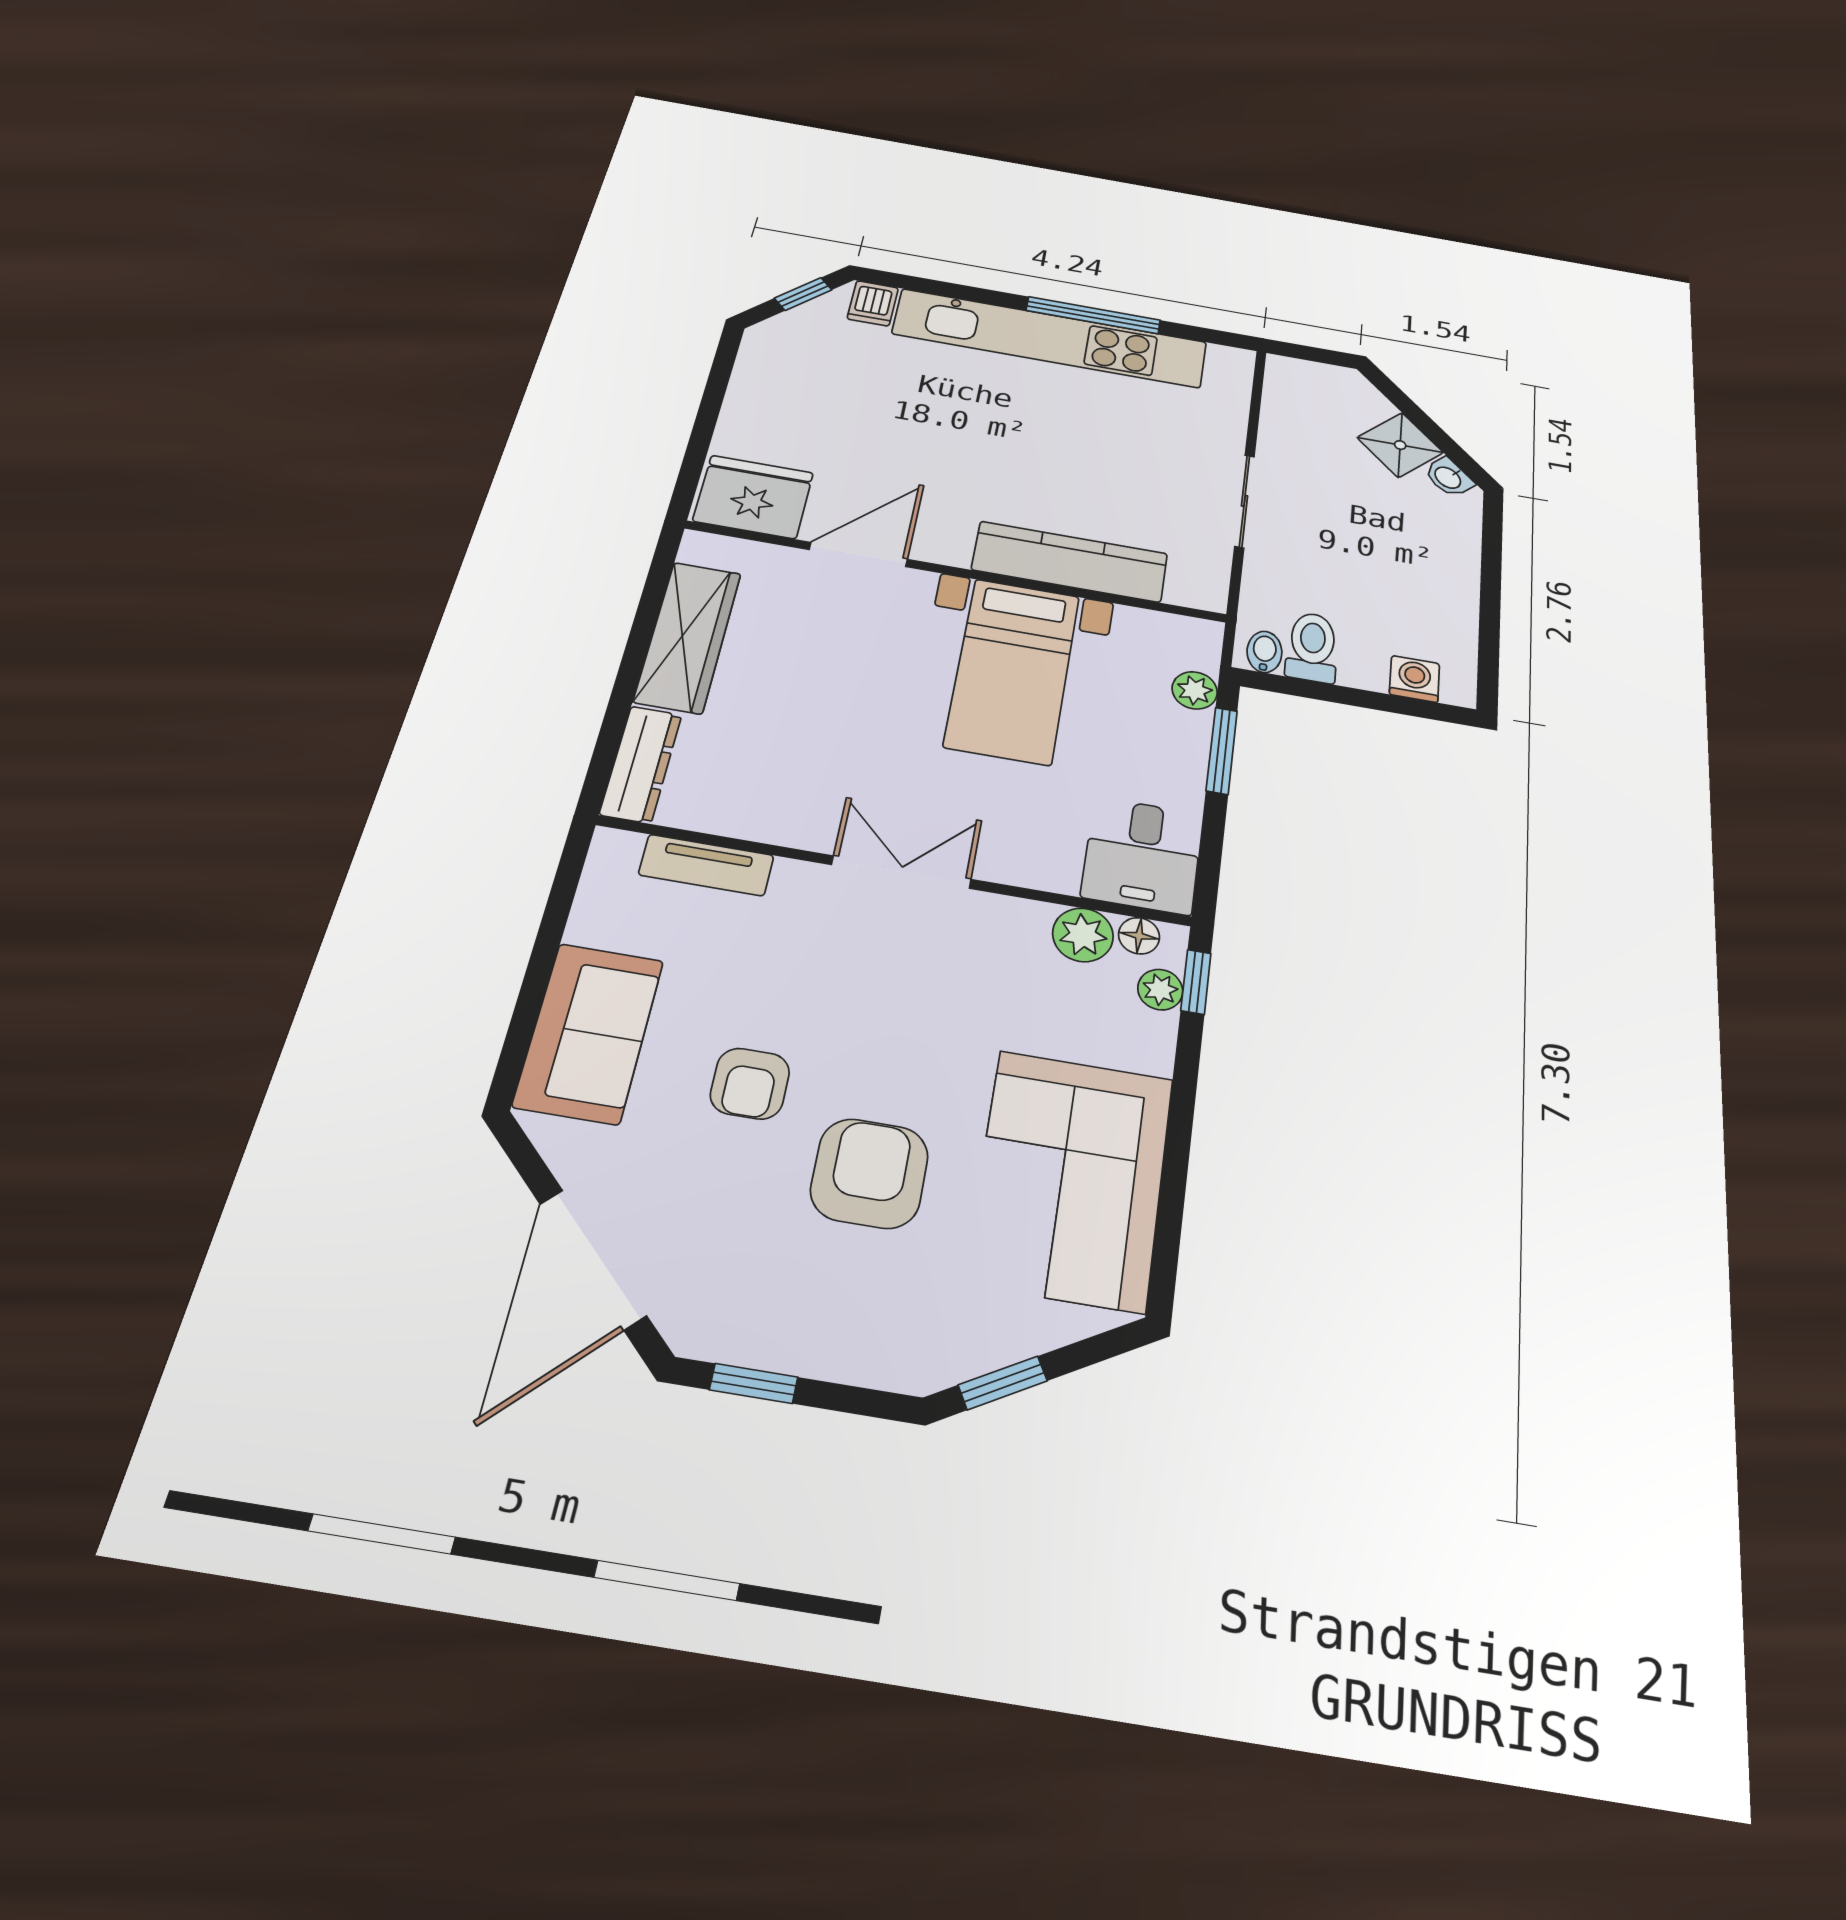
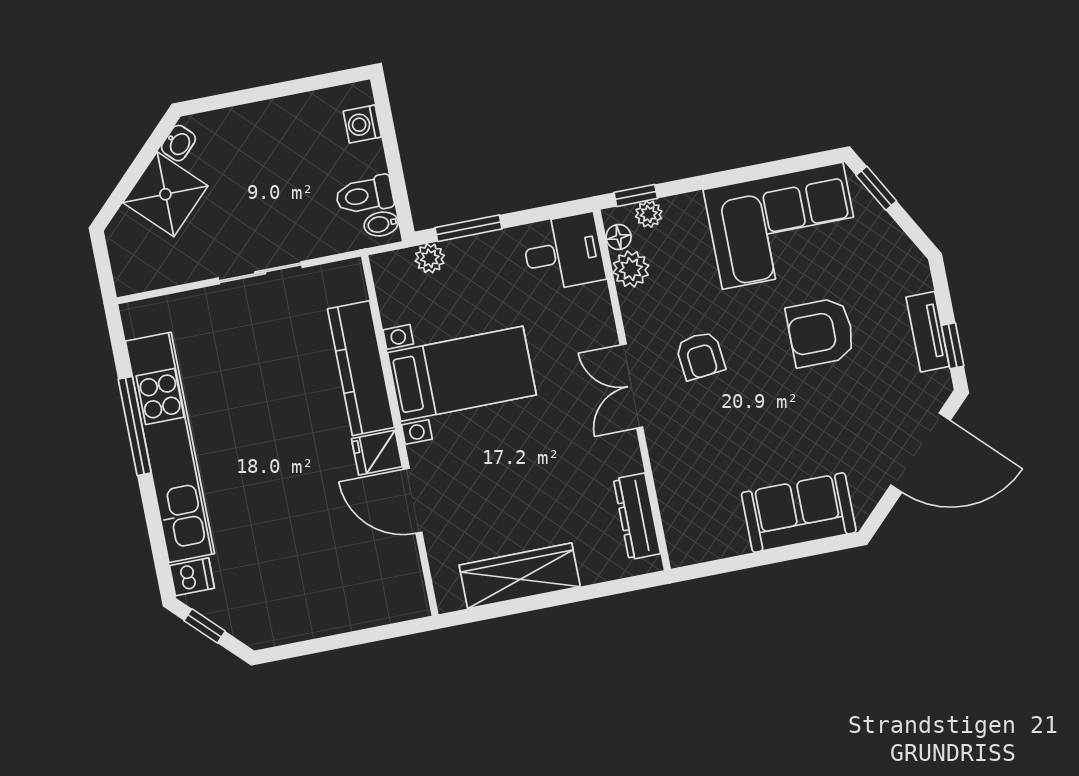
shower: (1400, 445) -> (165, 194), width x1.36, depth x1.36
fridge: (753, 497) -> (377, 453), moved, width x0.53, depth x0.75
dresser: (641, 764) -> (637, 516), moved, turned -90
tv unit: (706, 865) -> (928, 332), moved, turned 180
armchair: (750, 1084) -> (700, 356), moved, turned 84
window: (1003, 1383) -> (876, 188), moved

